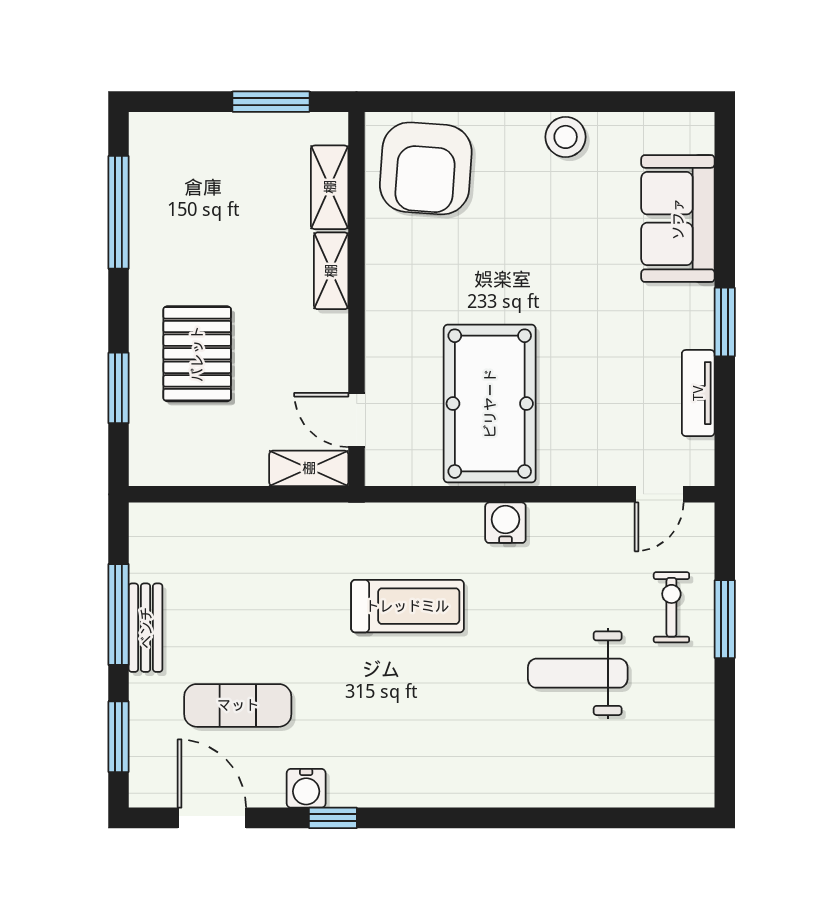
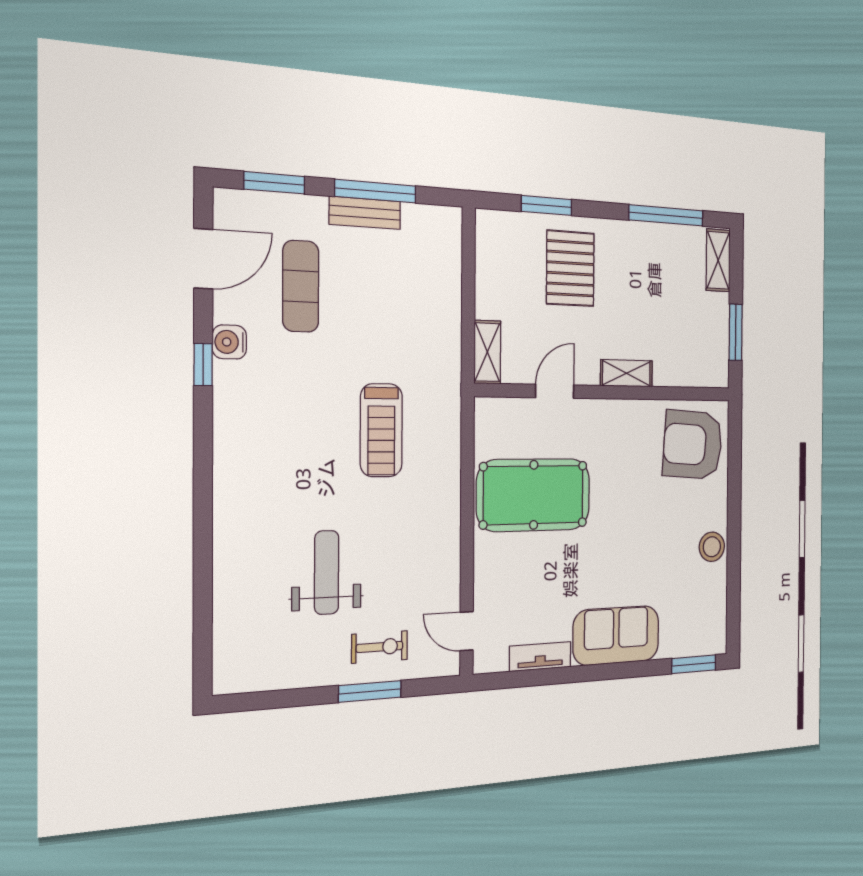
shelving: (330, 187) -> (718, 260), moved, turned 90
sofa: (678, 219) -> (616, 635), moved
window: (725, 322) -> (694, 664), moved
pallet: (197, 354) -> (570, 268), turned 90
door: (357, 420) -> (555, 391), moved
water cooler: (505, 523) -> (446, 509), removed

